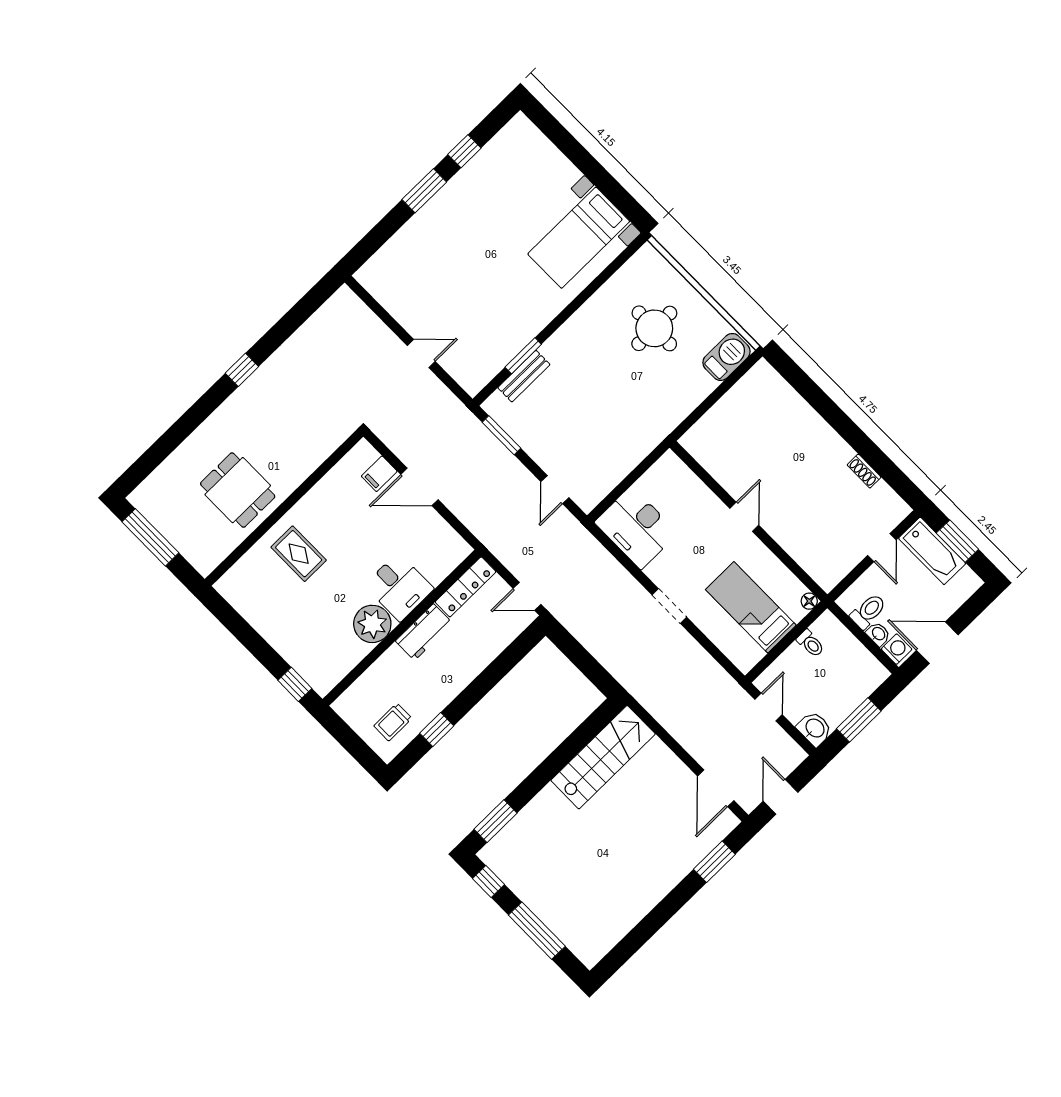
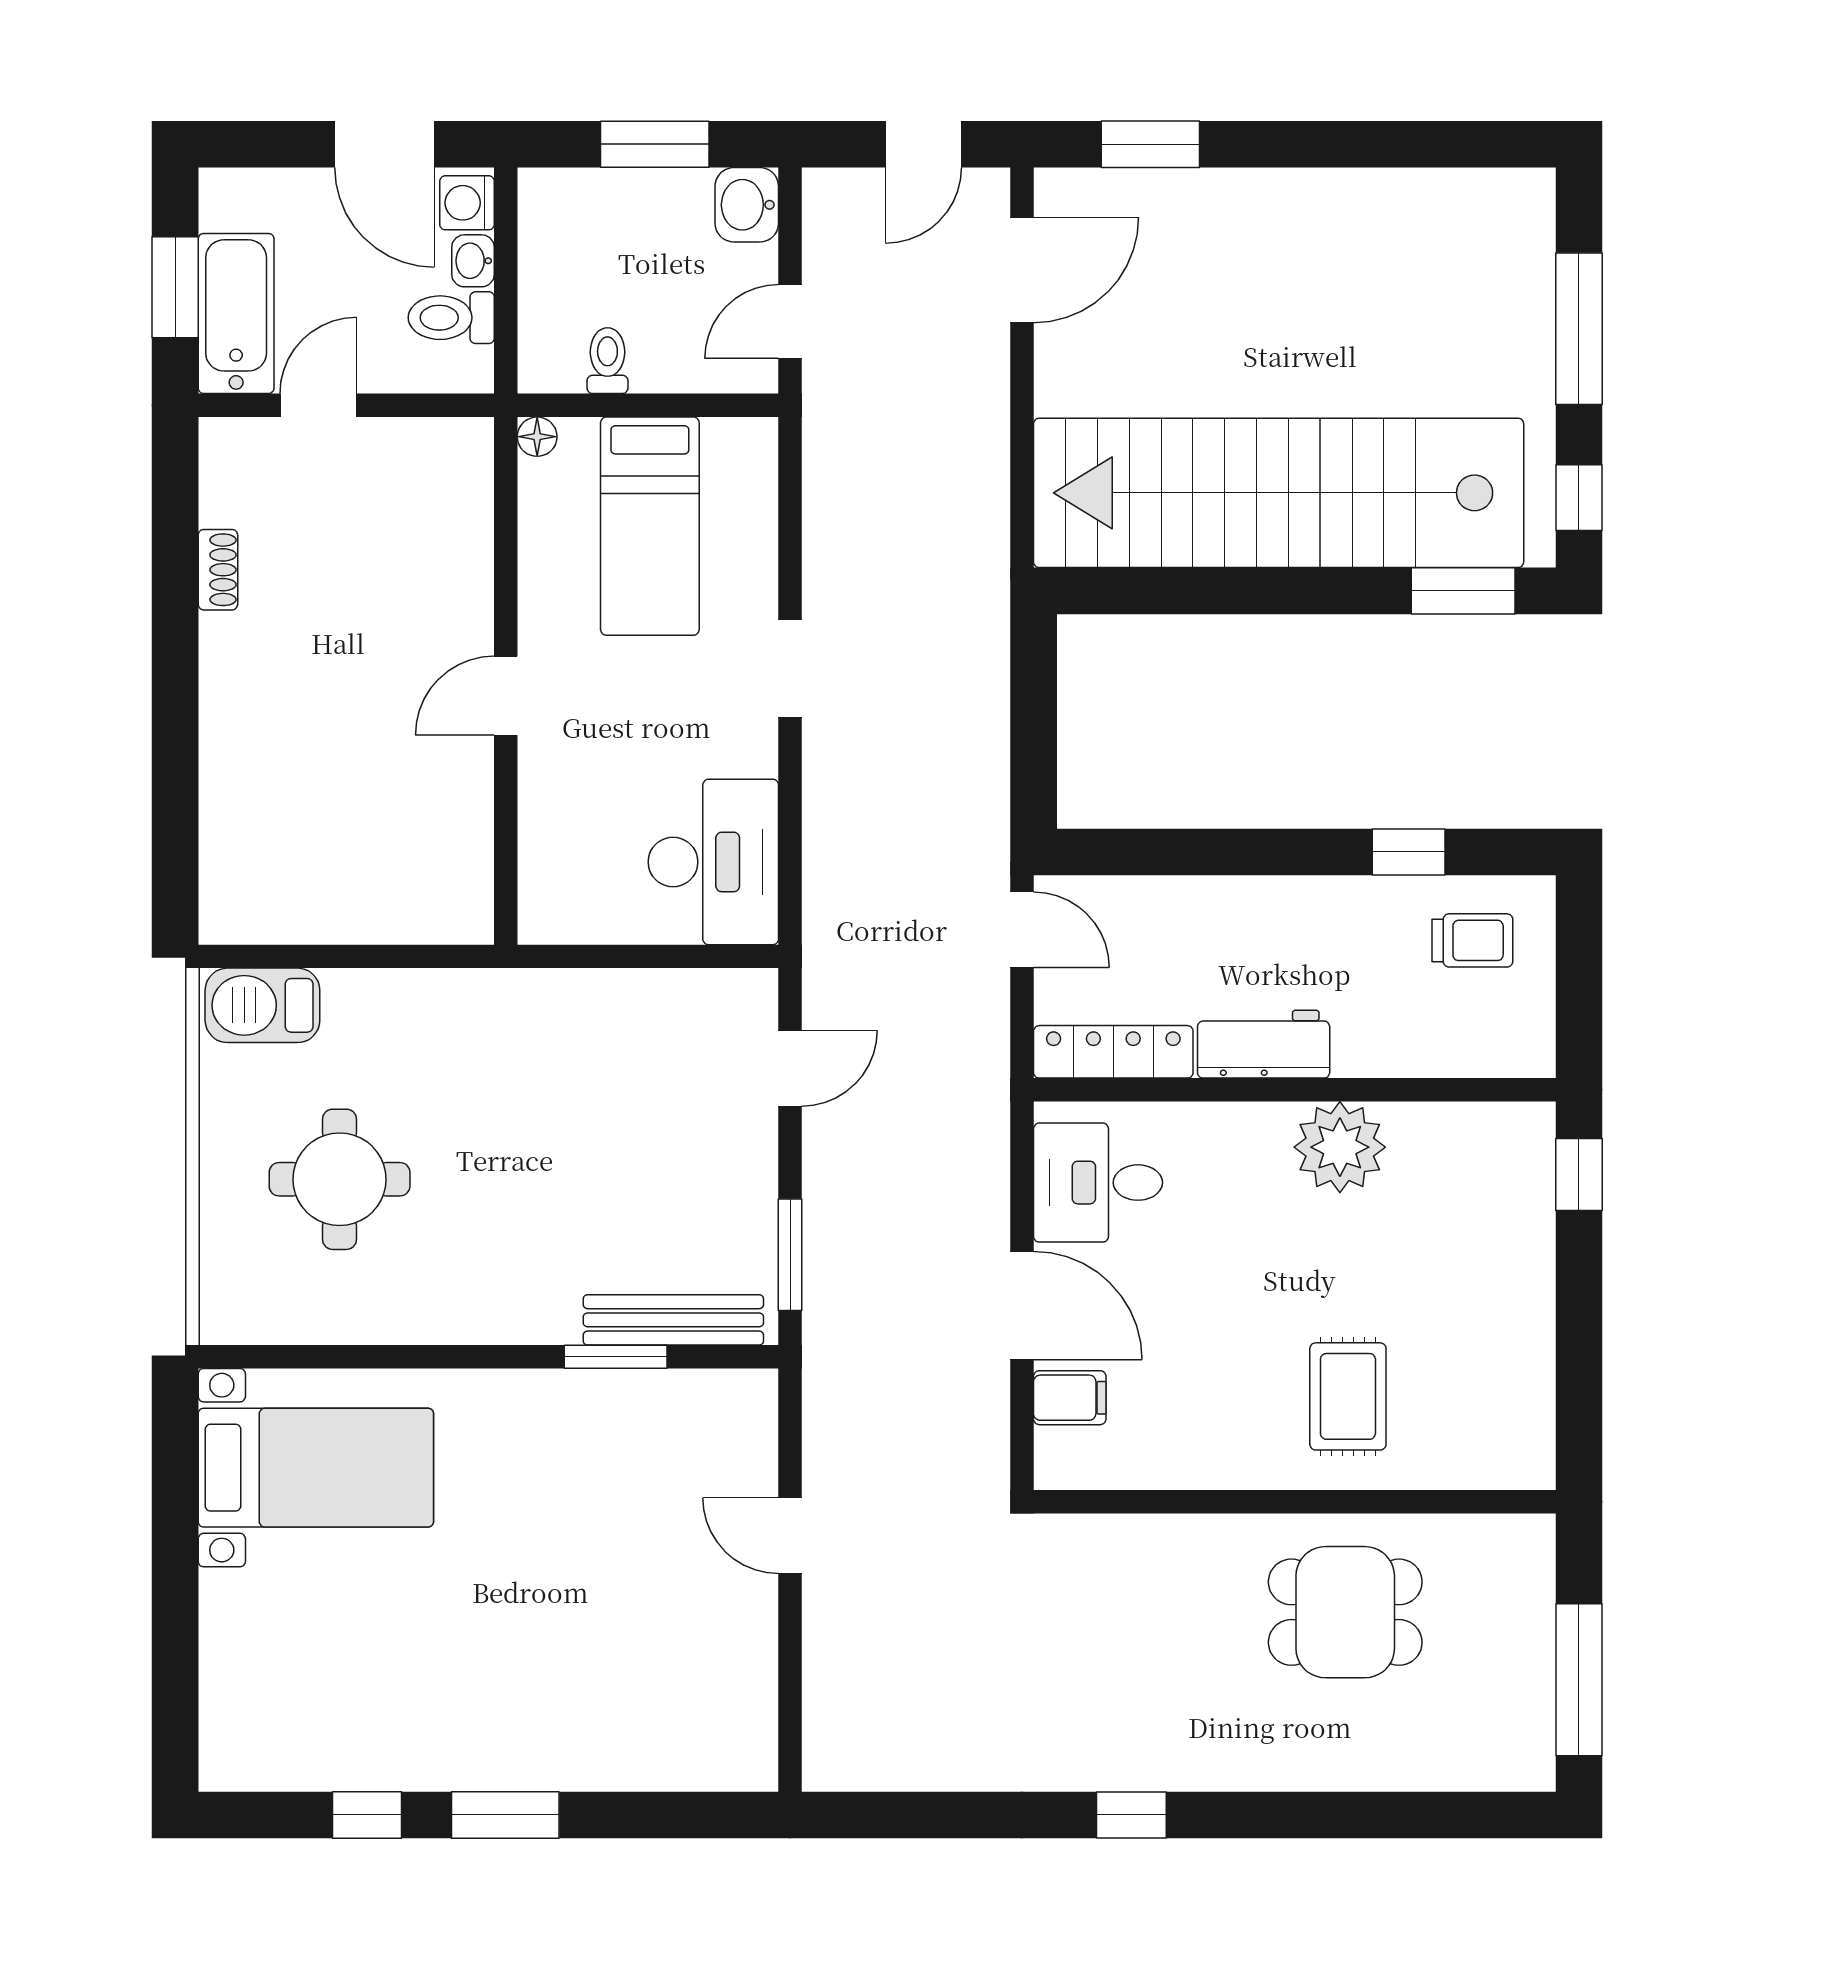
bench: (524, 376) -> (673, 1320), width x1.36
dining table: (238, 490) -> (1345, 1612), turned 90
desk: (399, 587) -> (1098, 1183), moved, turned -90
stairs: (603, 757) -> (1279, 493), width x1.86, depth x1.51

